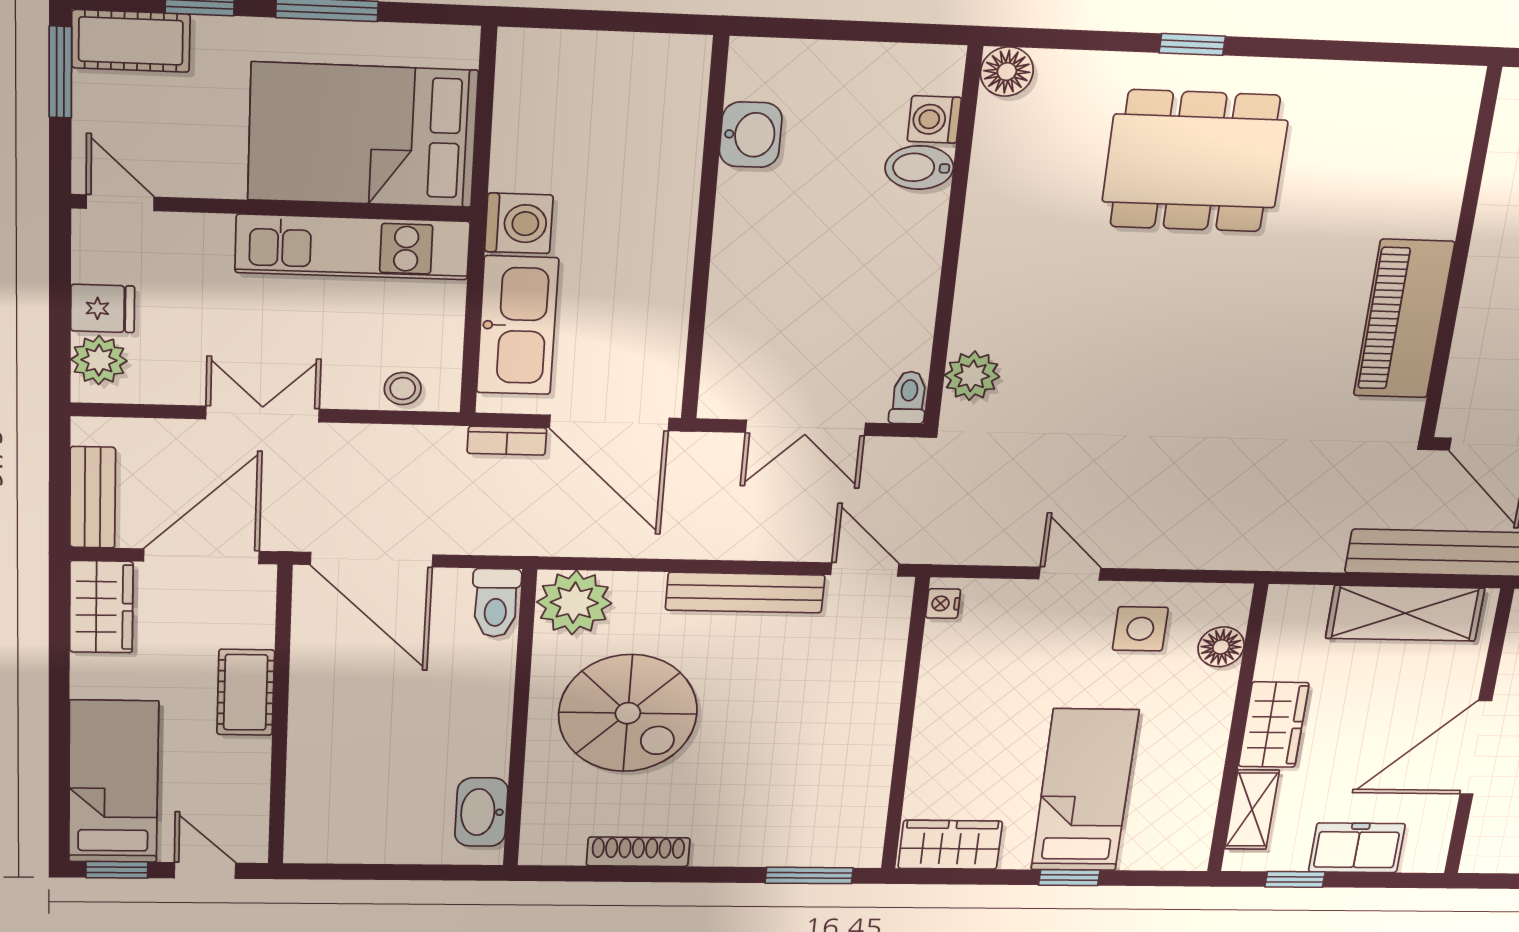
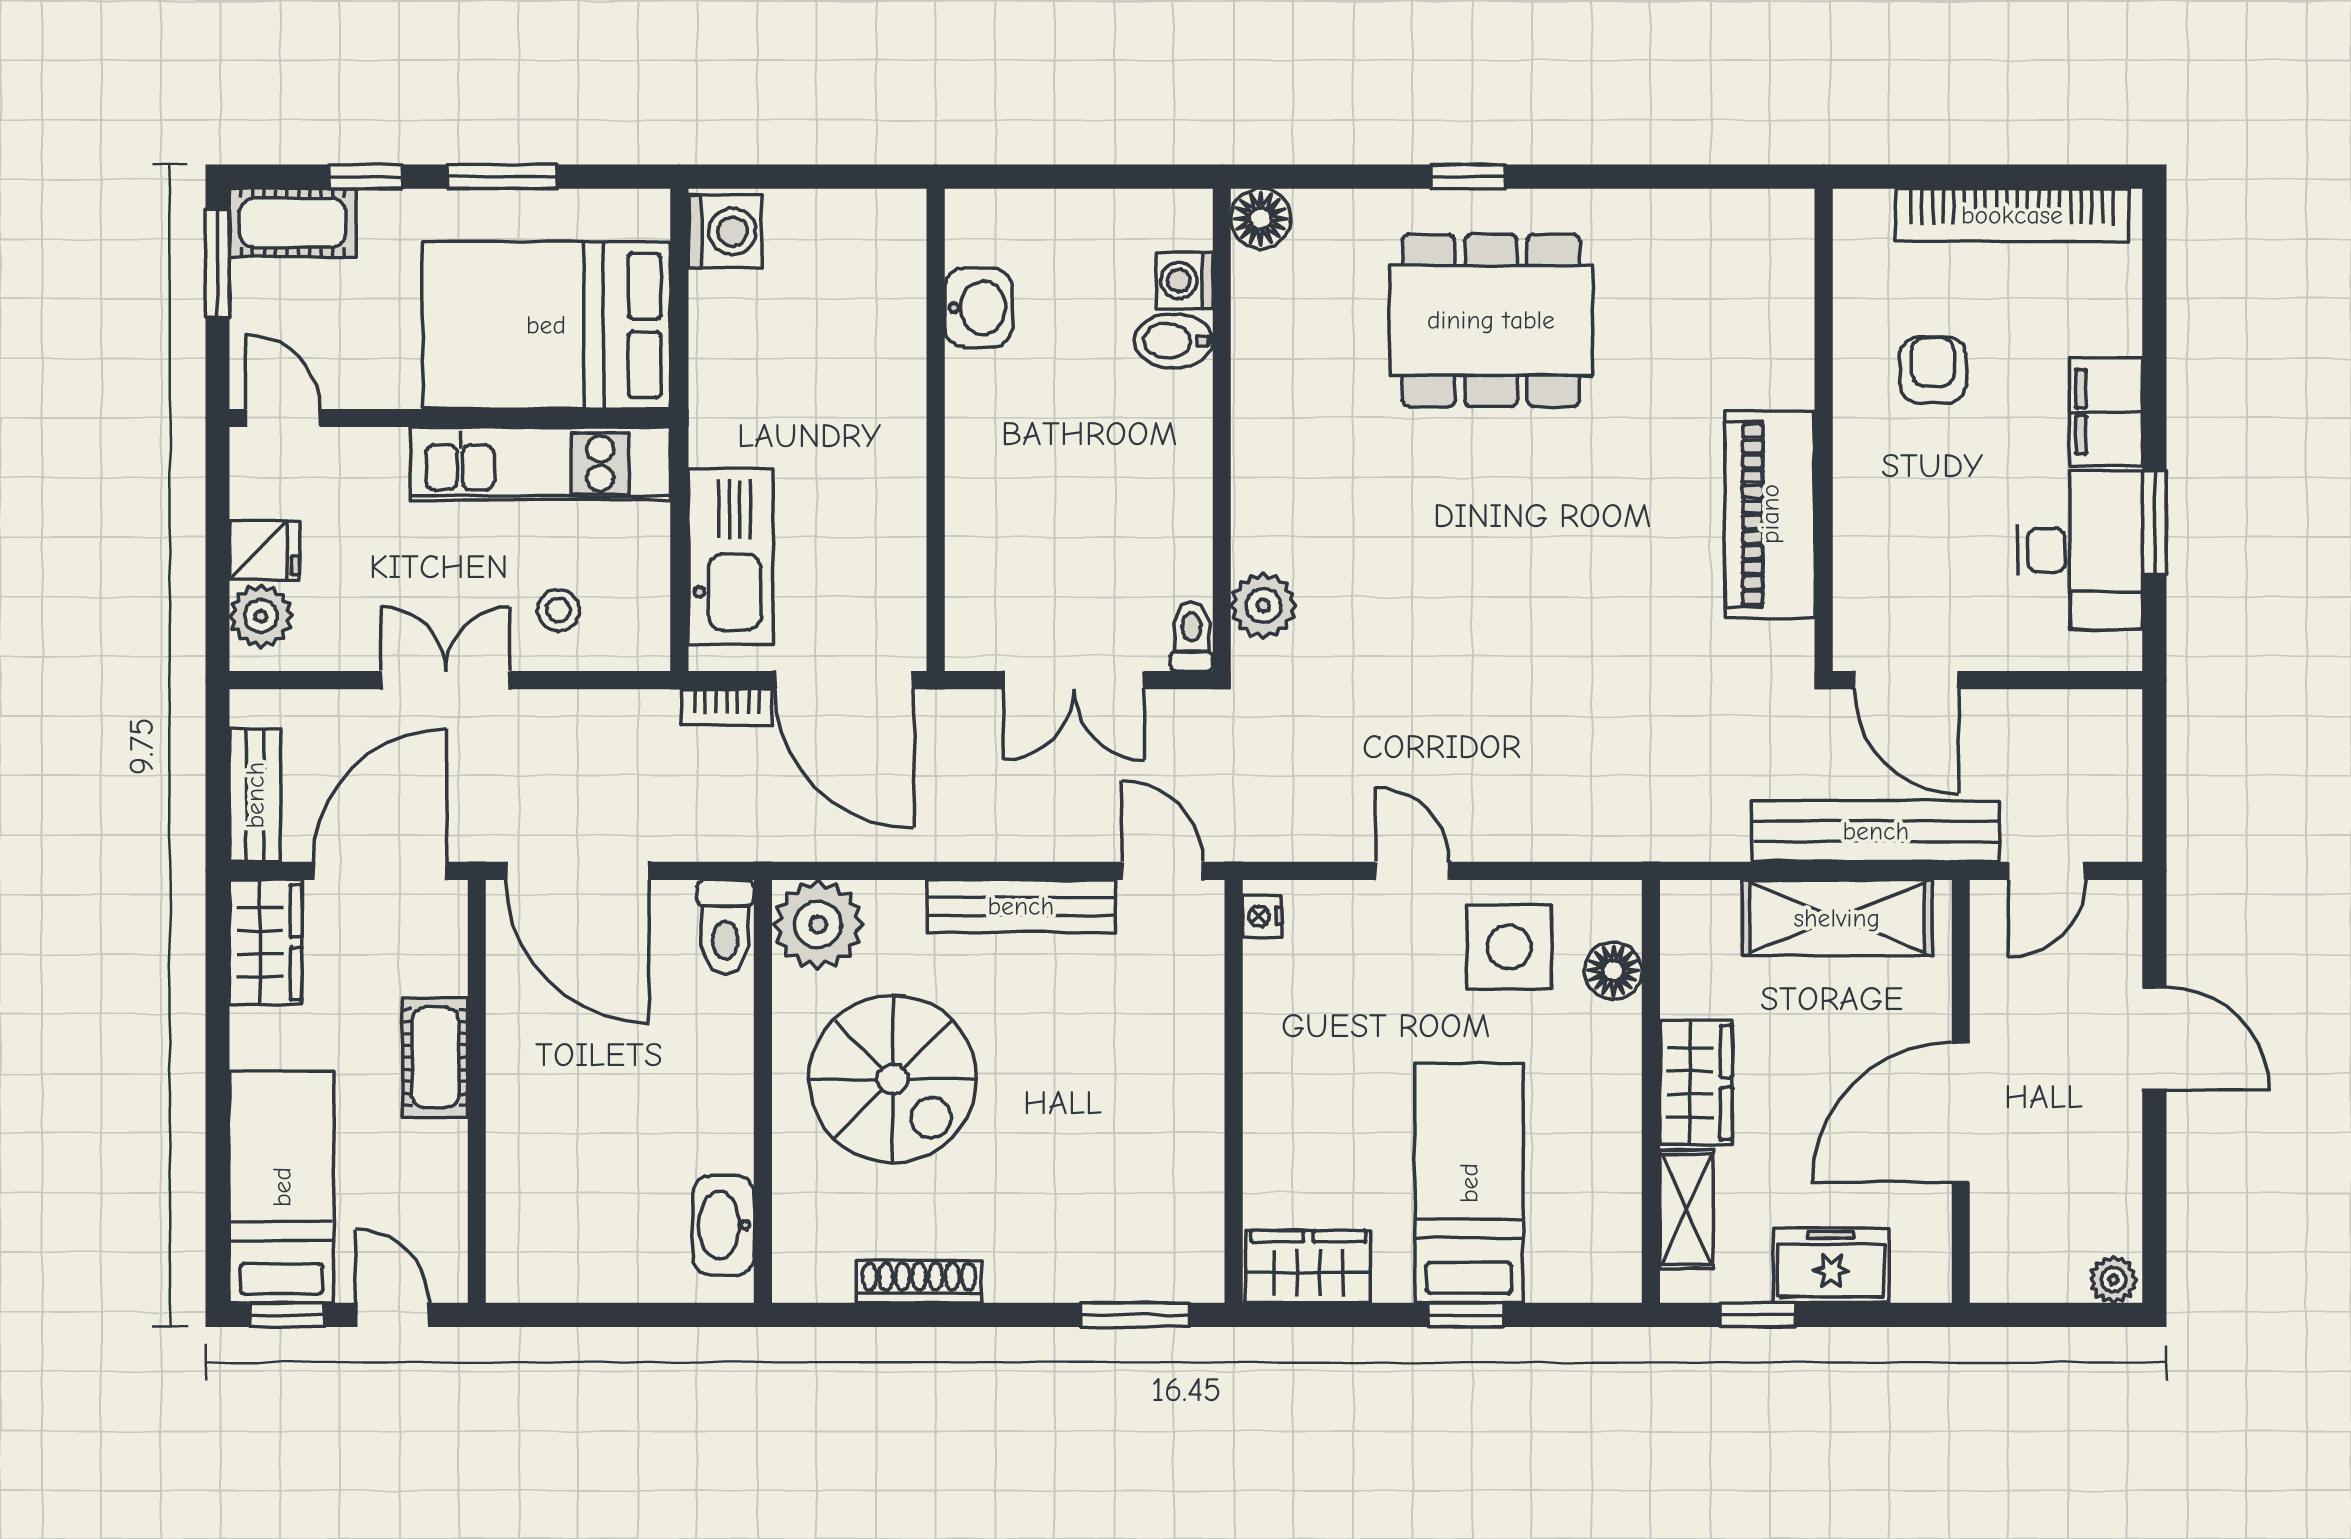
washing machine: (519, 223) -> (725, 232), moved
stool: (403, 389) -> (558, 610), moved
side table: (1140, 629) -> (1509, 947), width x1.37, depth x1.37

